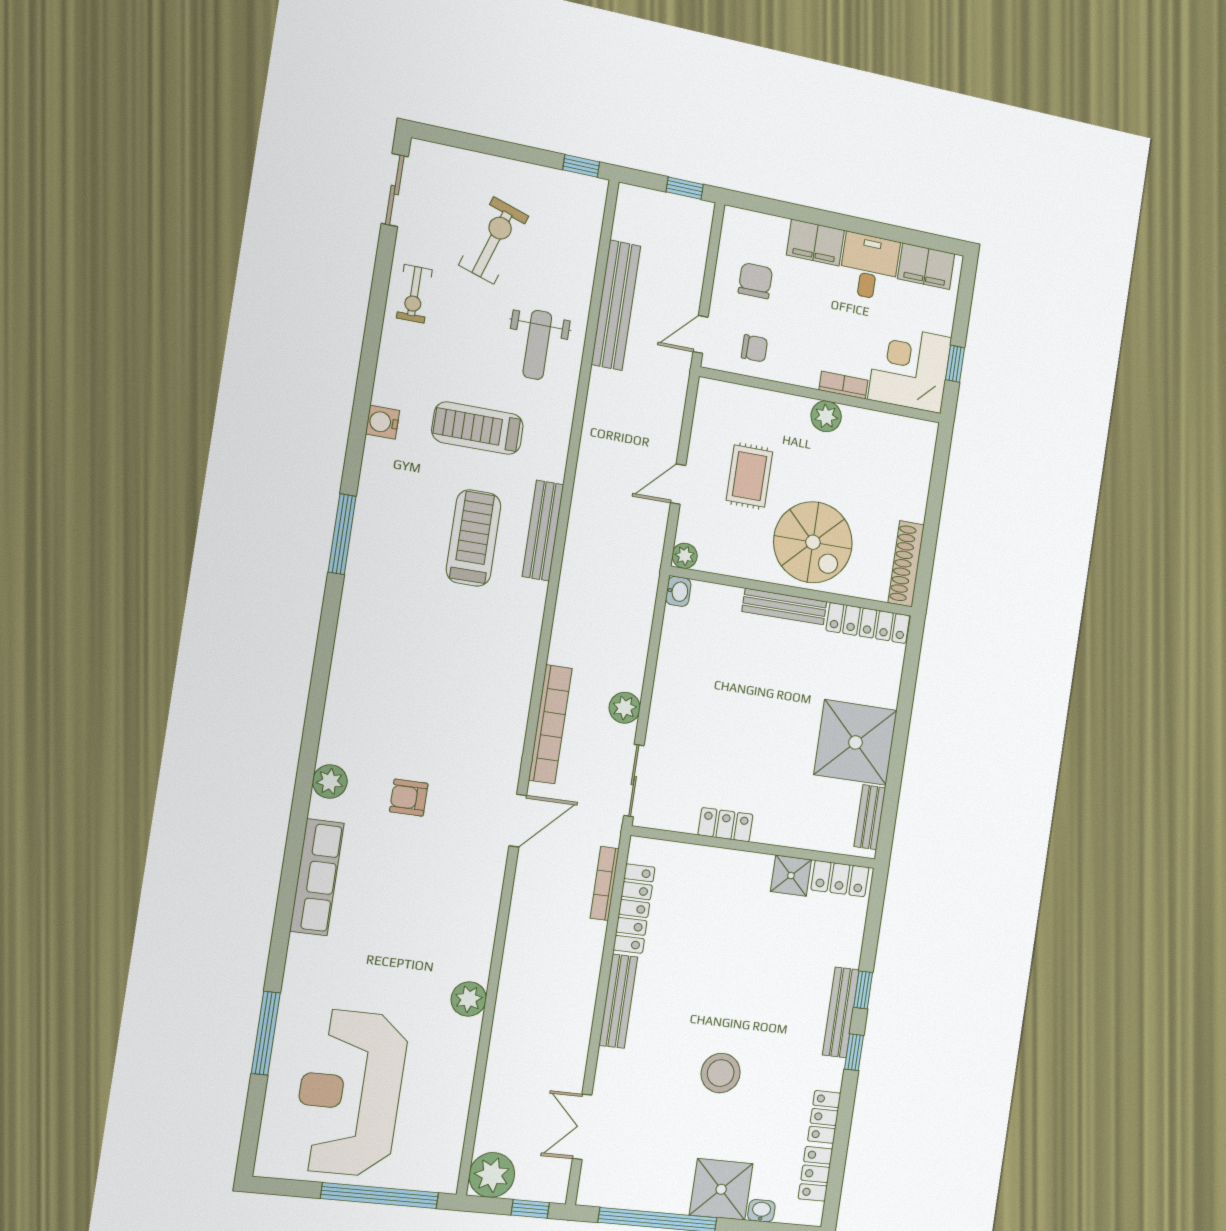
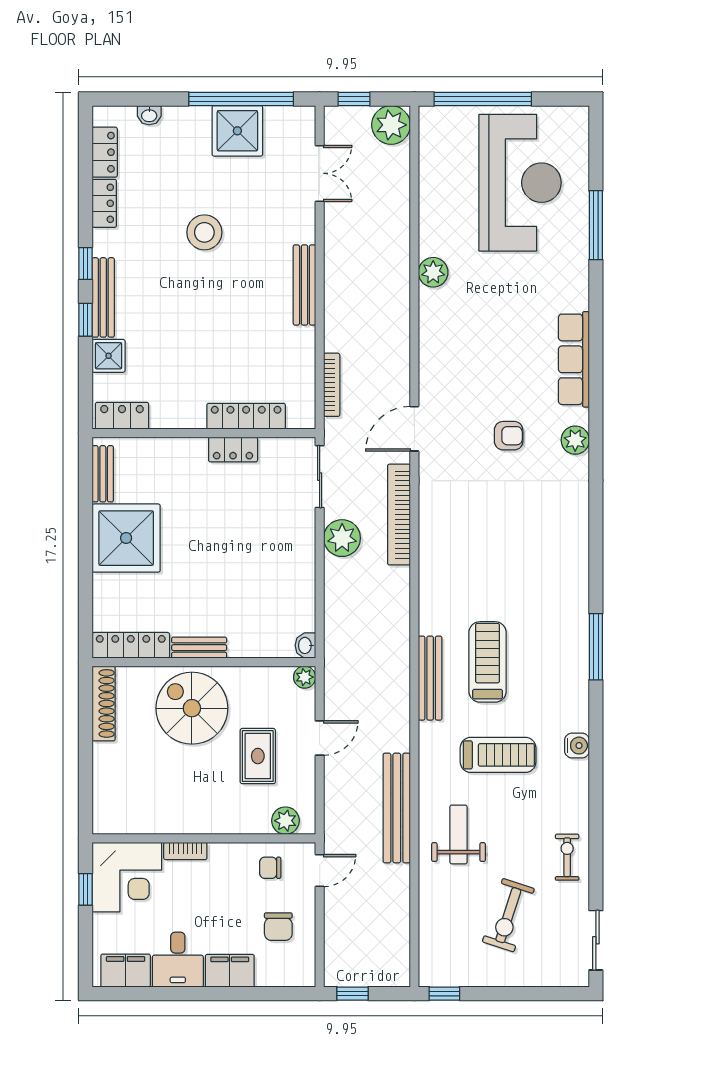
bench: (616, 305) -> (397, 808), moved
plant: (826, 416) -> (285, 821), moved
treadmill: (474, 538) -> (488, 662), turned 180
bench: (784, 607) -> (199, 648), width x0.73
plant: (625, 708) -> (342, 538), width x1.36, depth x1.36
shower: (791, 876) -> (109, 356), moved
locker: (634, 909) -> (246, 416), moved, turned 90
shower: (721, 1189) -> (237, 131), moved

